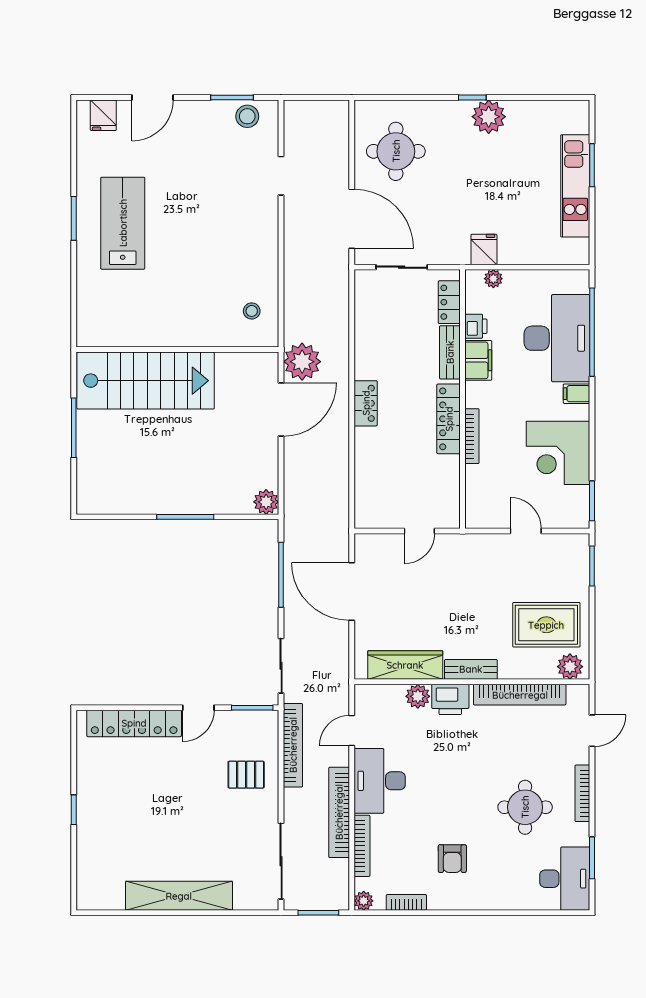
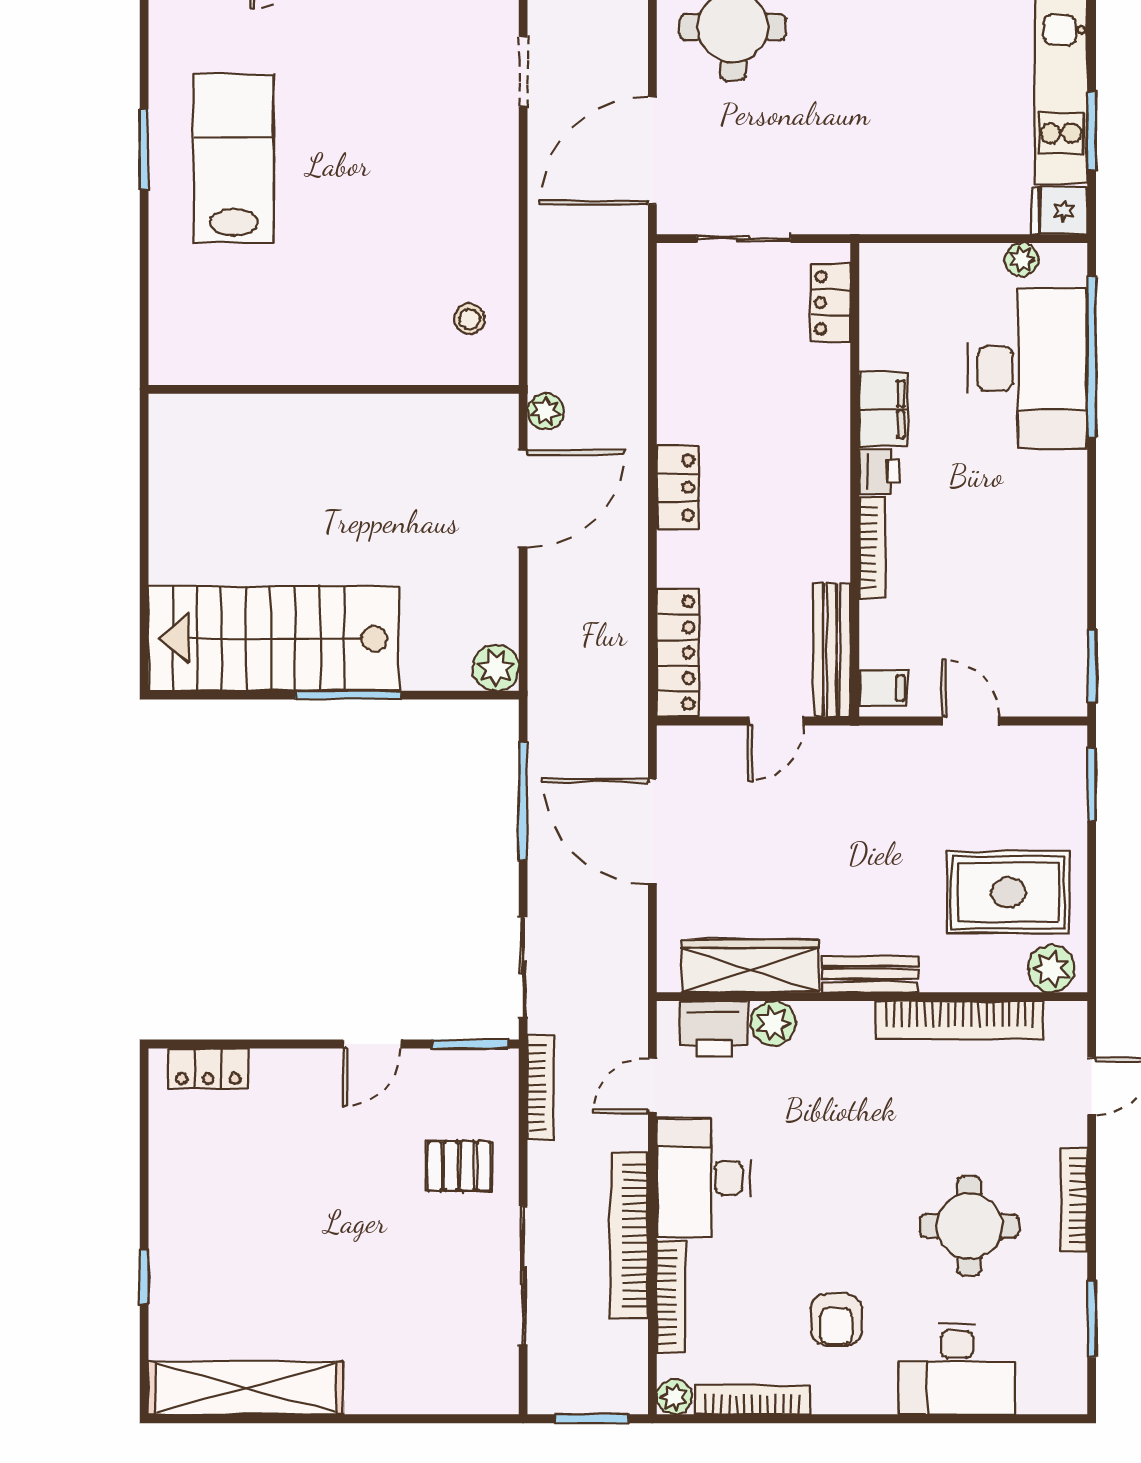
window: (592, 165) -> (1092, 131), moved
door: (352, 219) -> (652, 150), swing flipped
fridge: (484, 249) -> (1059, 211), moved, turned -90
plant: (493, 279) -> (1022, 260), moved
printer: (476, 326) -> (879, 471), moved
bench: (450, 352) -> (832, 650), moved, width x1.36
plant: (302, 362) -> (546, 411), width x0.53, depth x0.53
stairs: (146, 381) -> (274, 639), moved, turned 180
filing cabinet: (577, 394) -> (883, 688), moved, turned 180
locker: (449, 419) -> (678, 653), moved, turned 180
window: (74, 428) -> (144, 532), removed
corner desk: (558, 453) -> (1029, 578), removed
printer: (450, 699) -> (714, 1029), moved
locker: (134, 723) -> (208, 1069), width x0.46, depth x0.83
bookcase: (293, 745) -> (541, 1088), width x0.68, depth x0.76
window: (74, 810) -> (144, 1277), moved
sliding door: (281, 861) -> (523, 1275), moved
desk: (565, 879) -> (957, 1369), moved, turned 90
shelving: (179, 896) -> (246, 1388), moved
bookcase: (406, 902) -> (752, 1400), width x1.56

